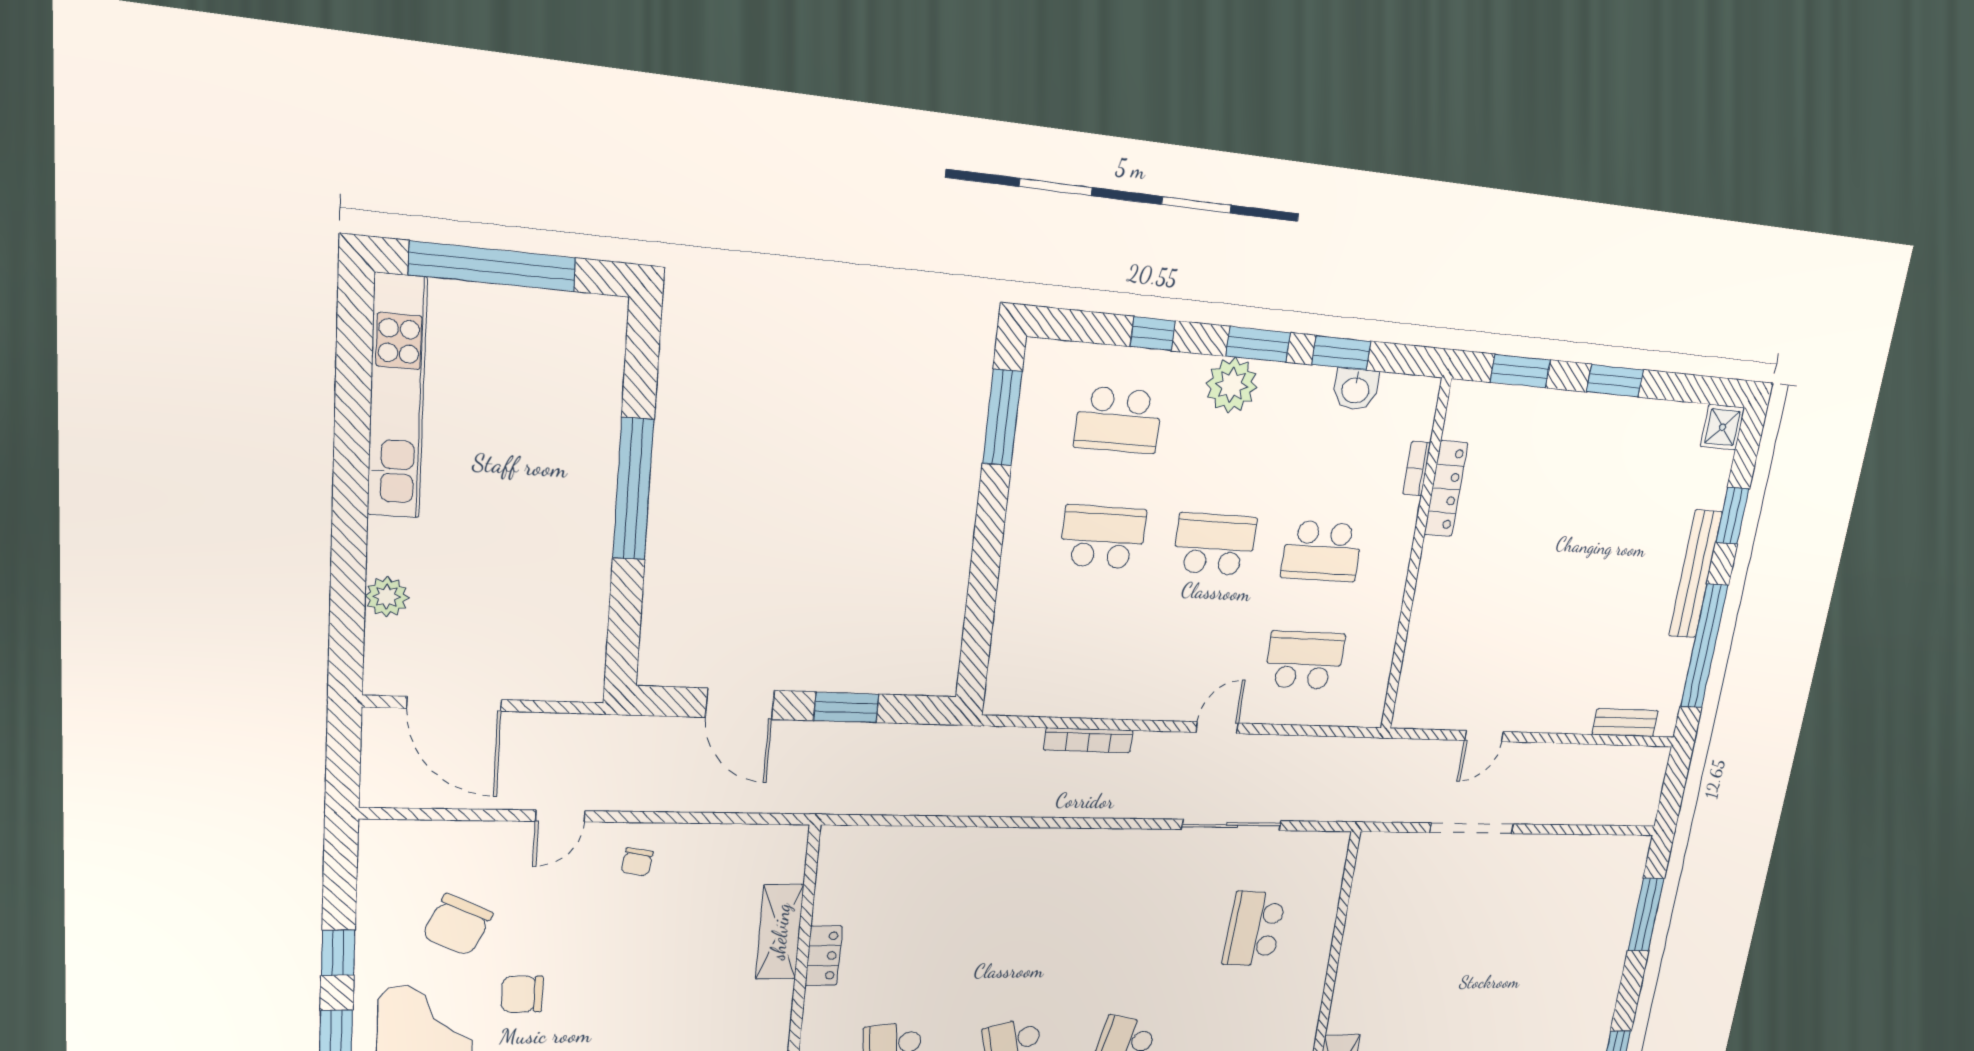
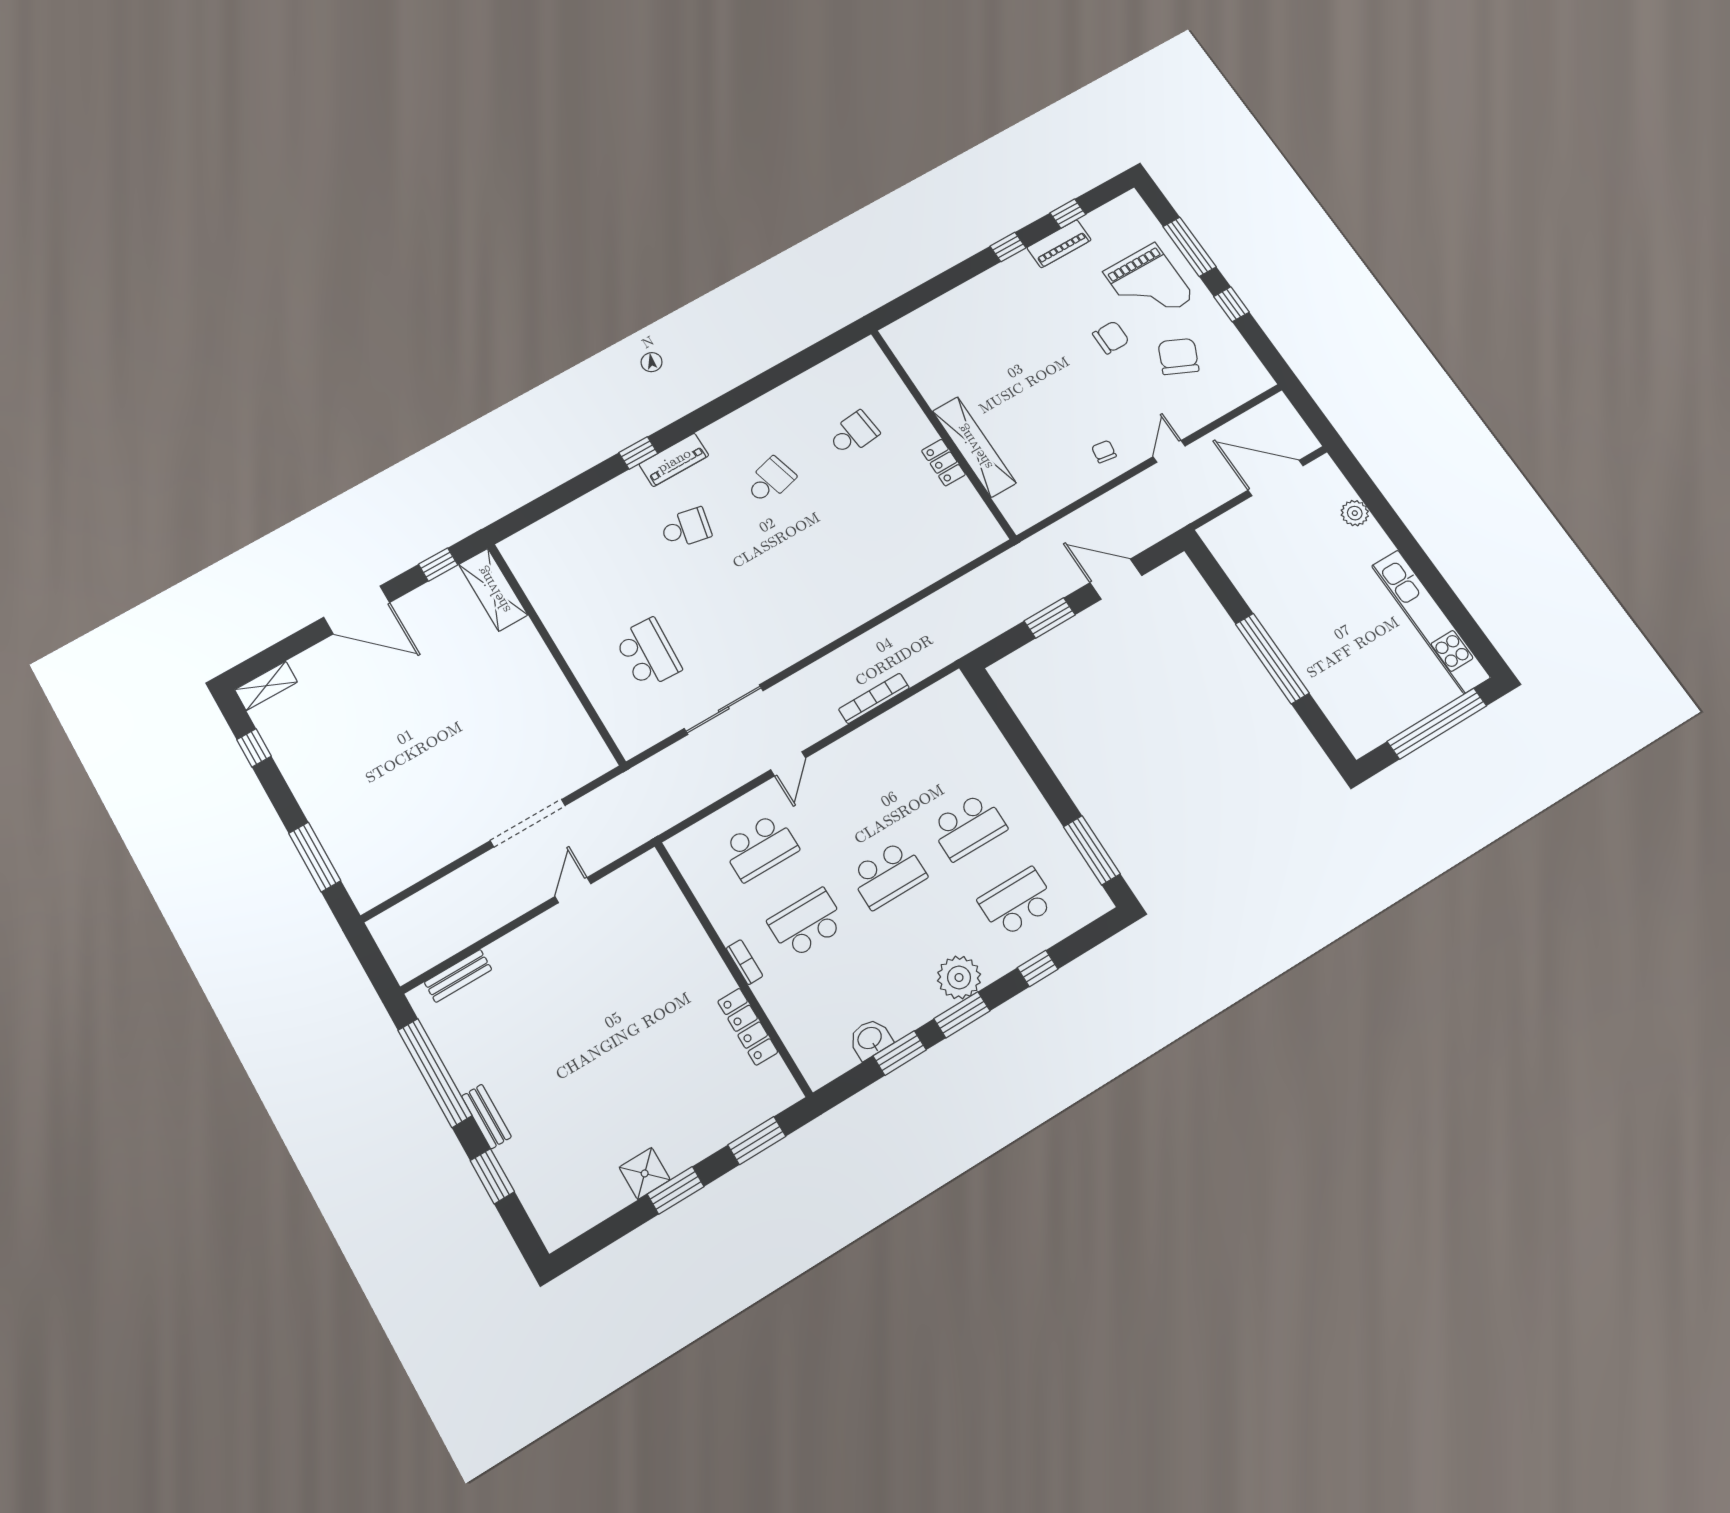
shower: (1722, 427) -> (645, 1173), moved
bookcase: (1417, 469) -> (744, 962), moved
bench: (1695, 574) -> (486, 1117), width x0.54, depth x0.82
shelving: (780, 932) -> (974, 447), width x1.47

